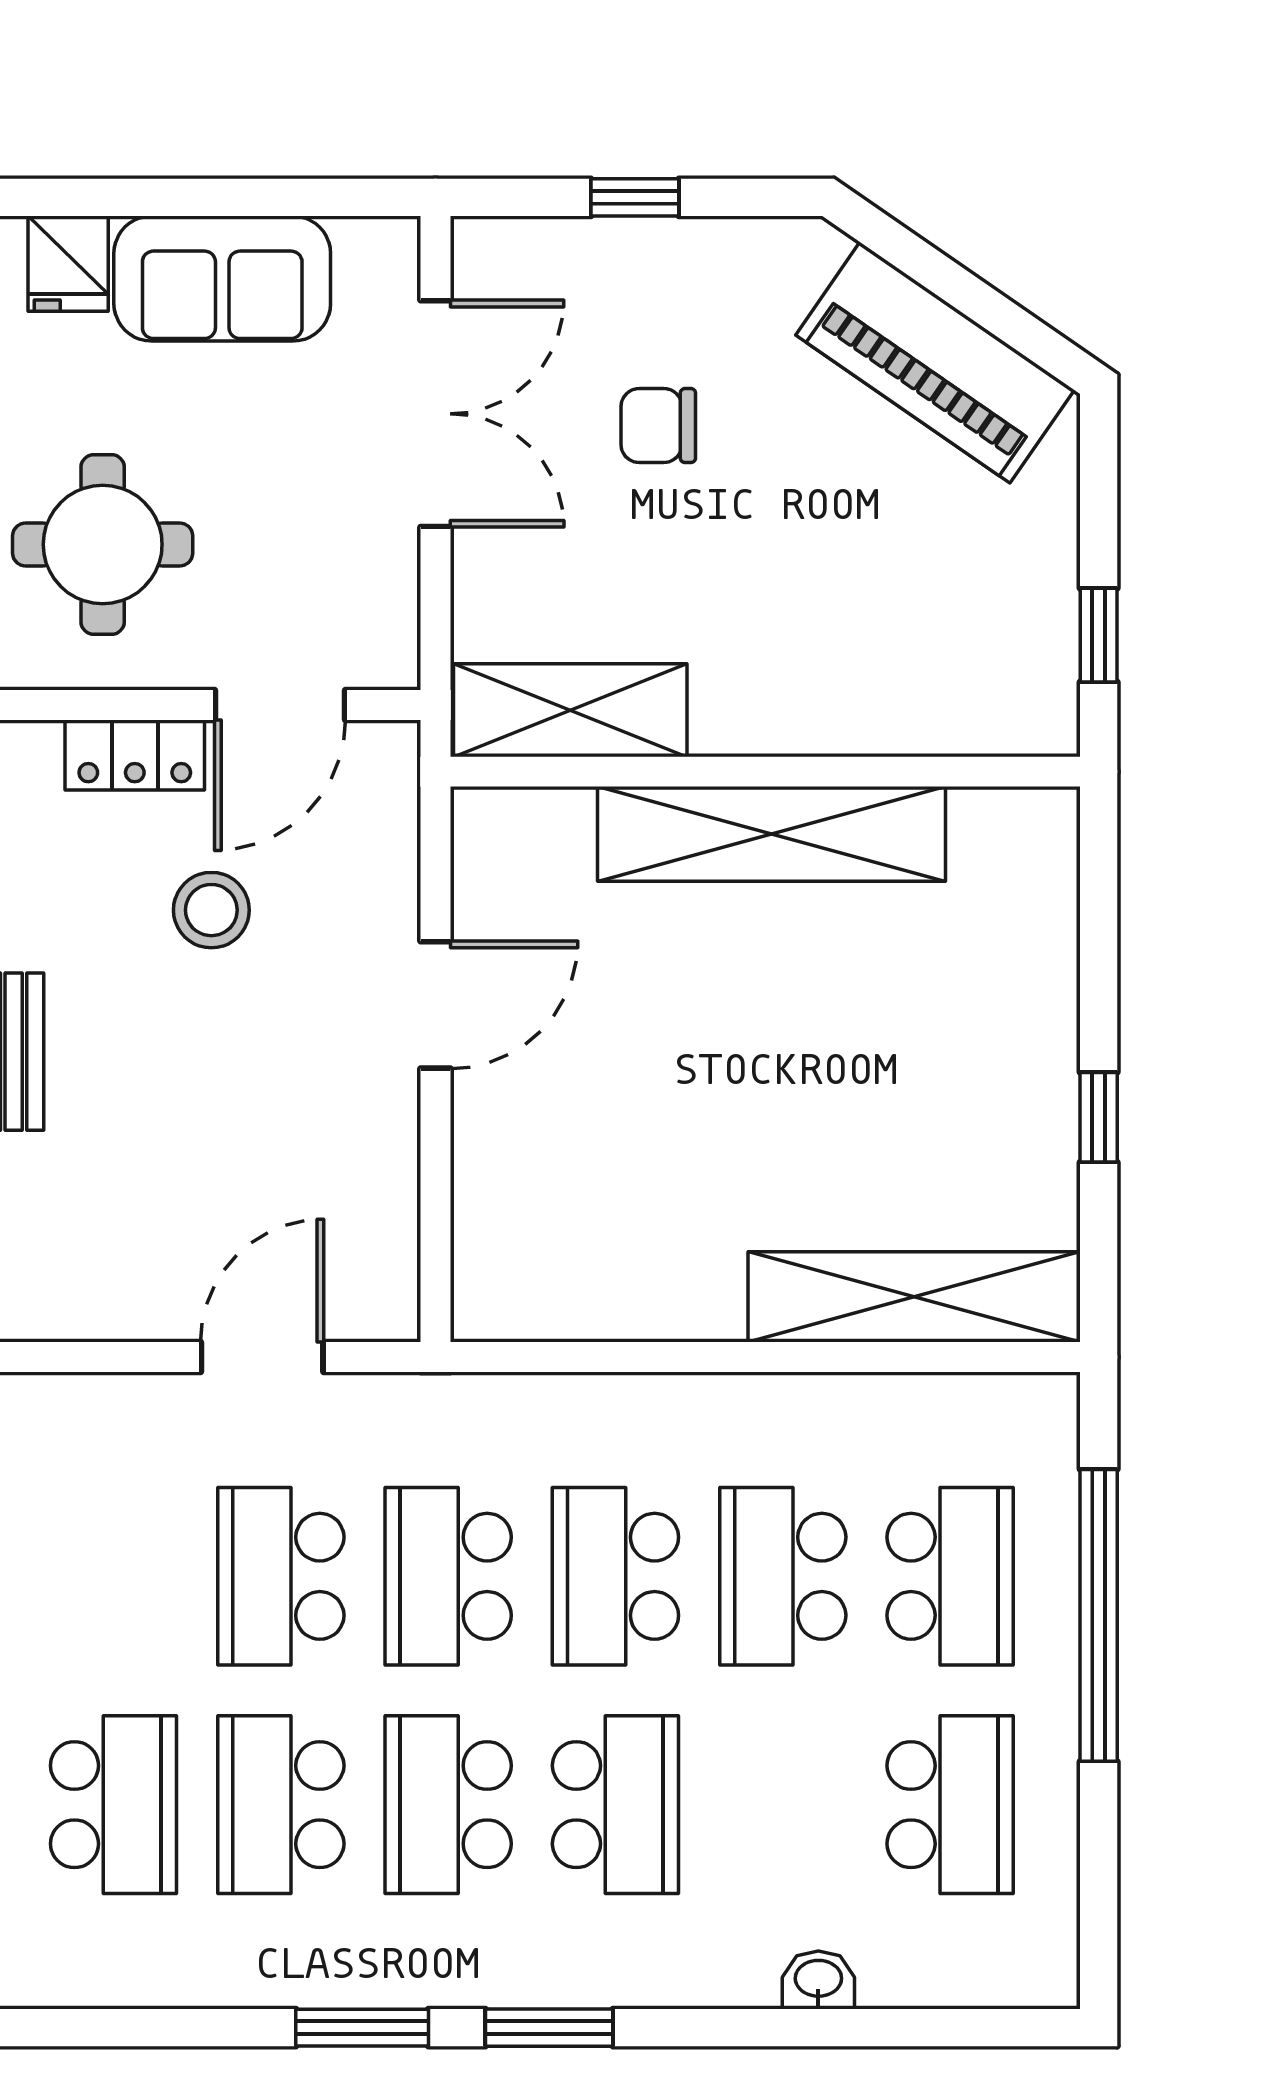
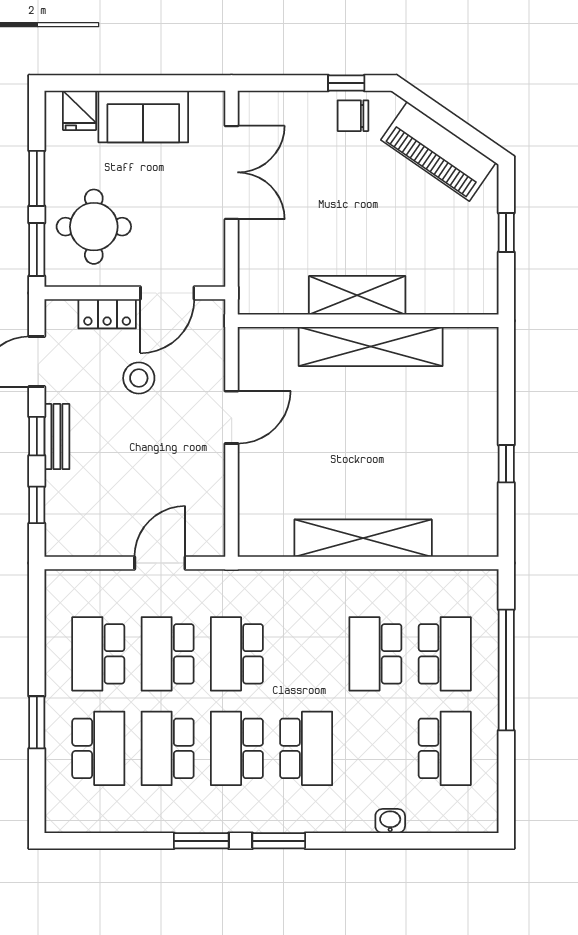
window: (635, 197) -> (346, 83), moved
chair: (658, 426) -> (353, 116), moved
window: (1099, 635) -> (506, 232), moved
shelving: (570, 710) -> (357, 295), moved
shelving: (914, 1297) -> (363, 538), moved
school desk: (615, 1576) -> (98, 654), moved

